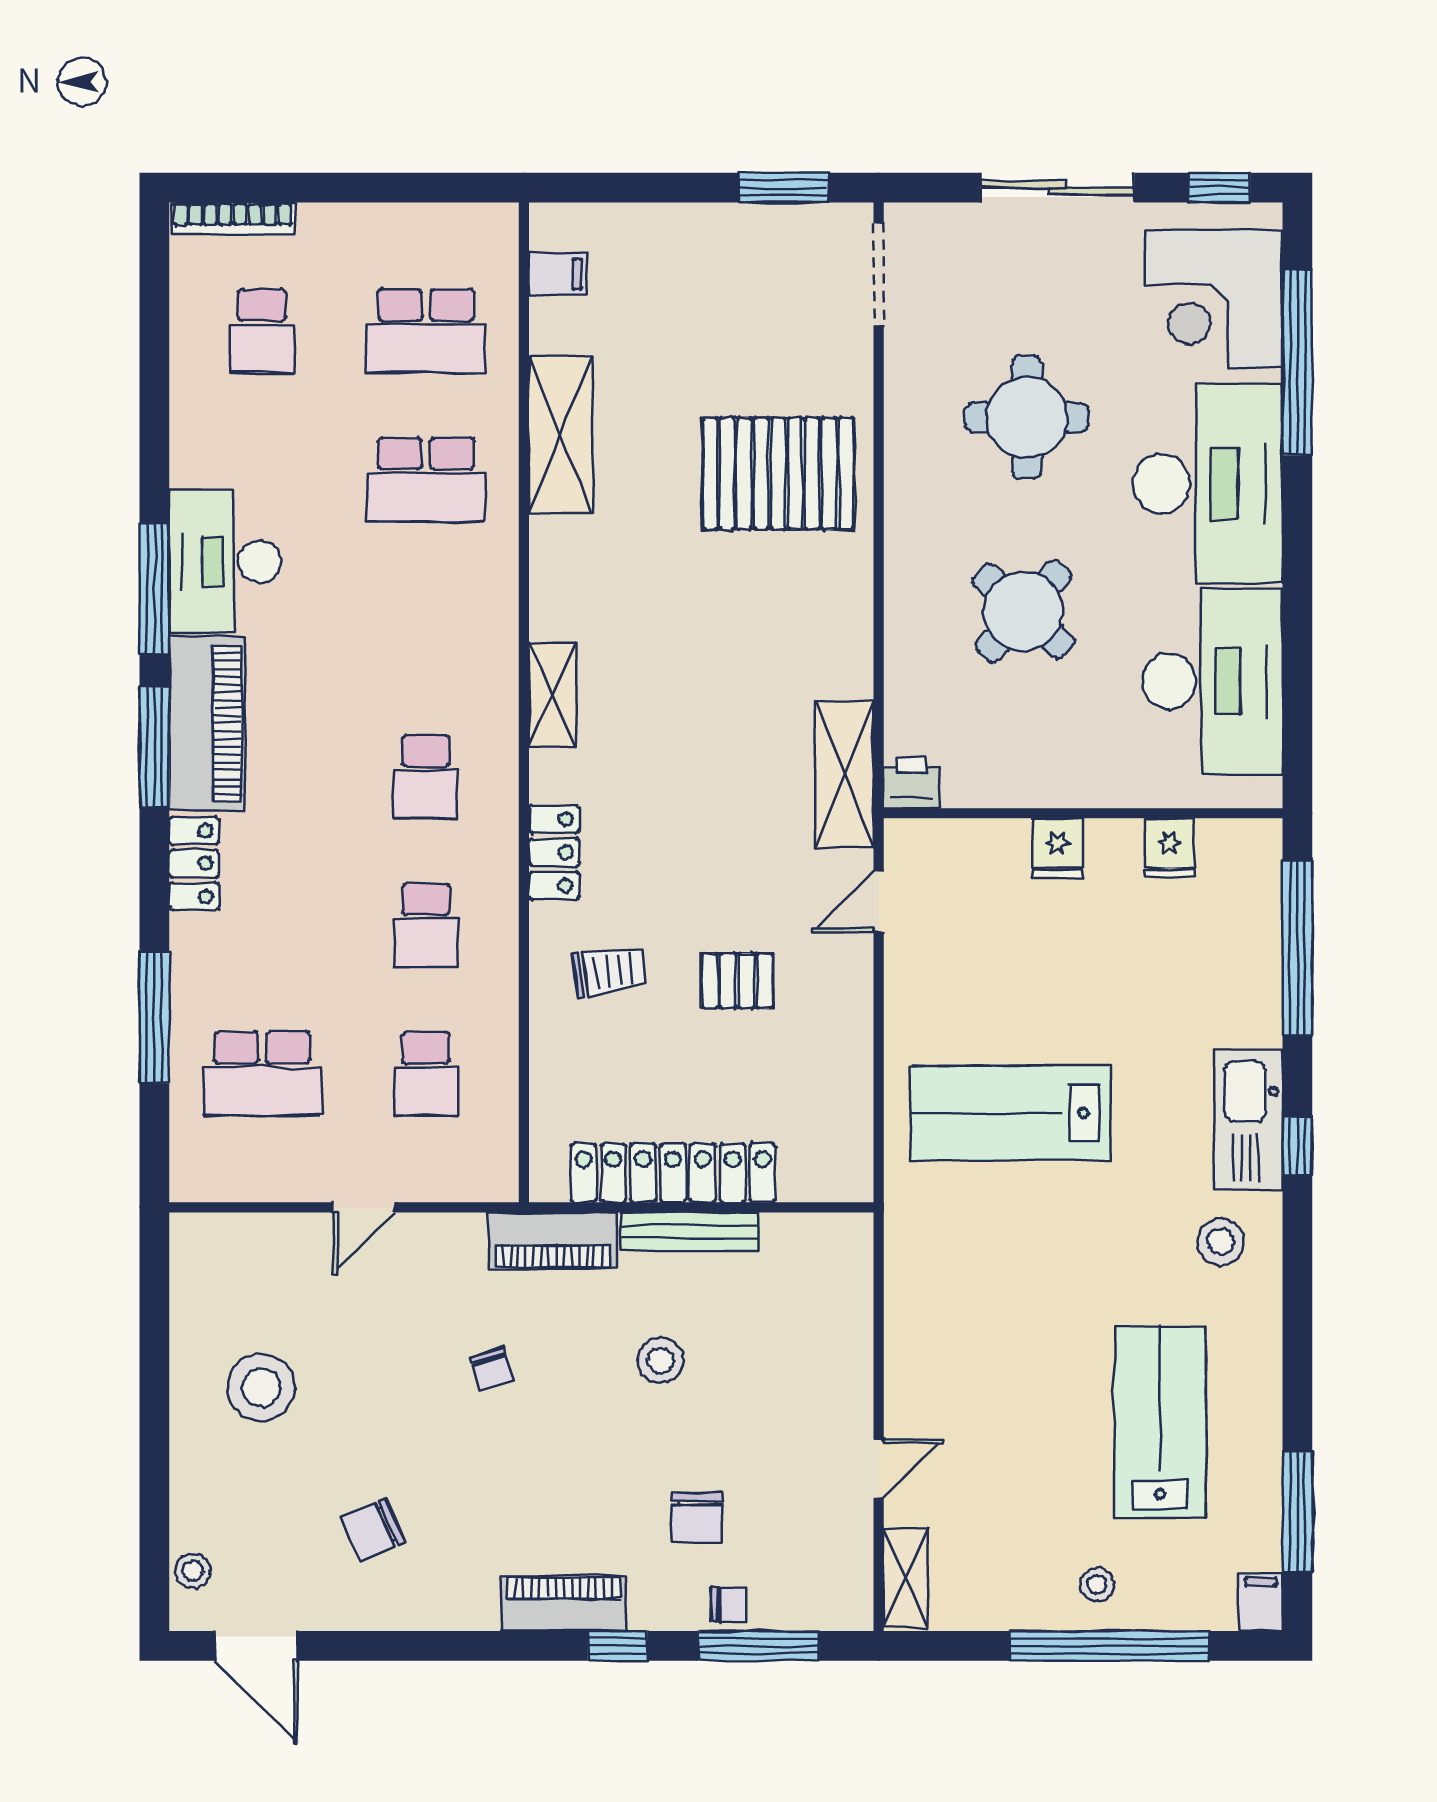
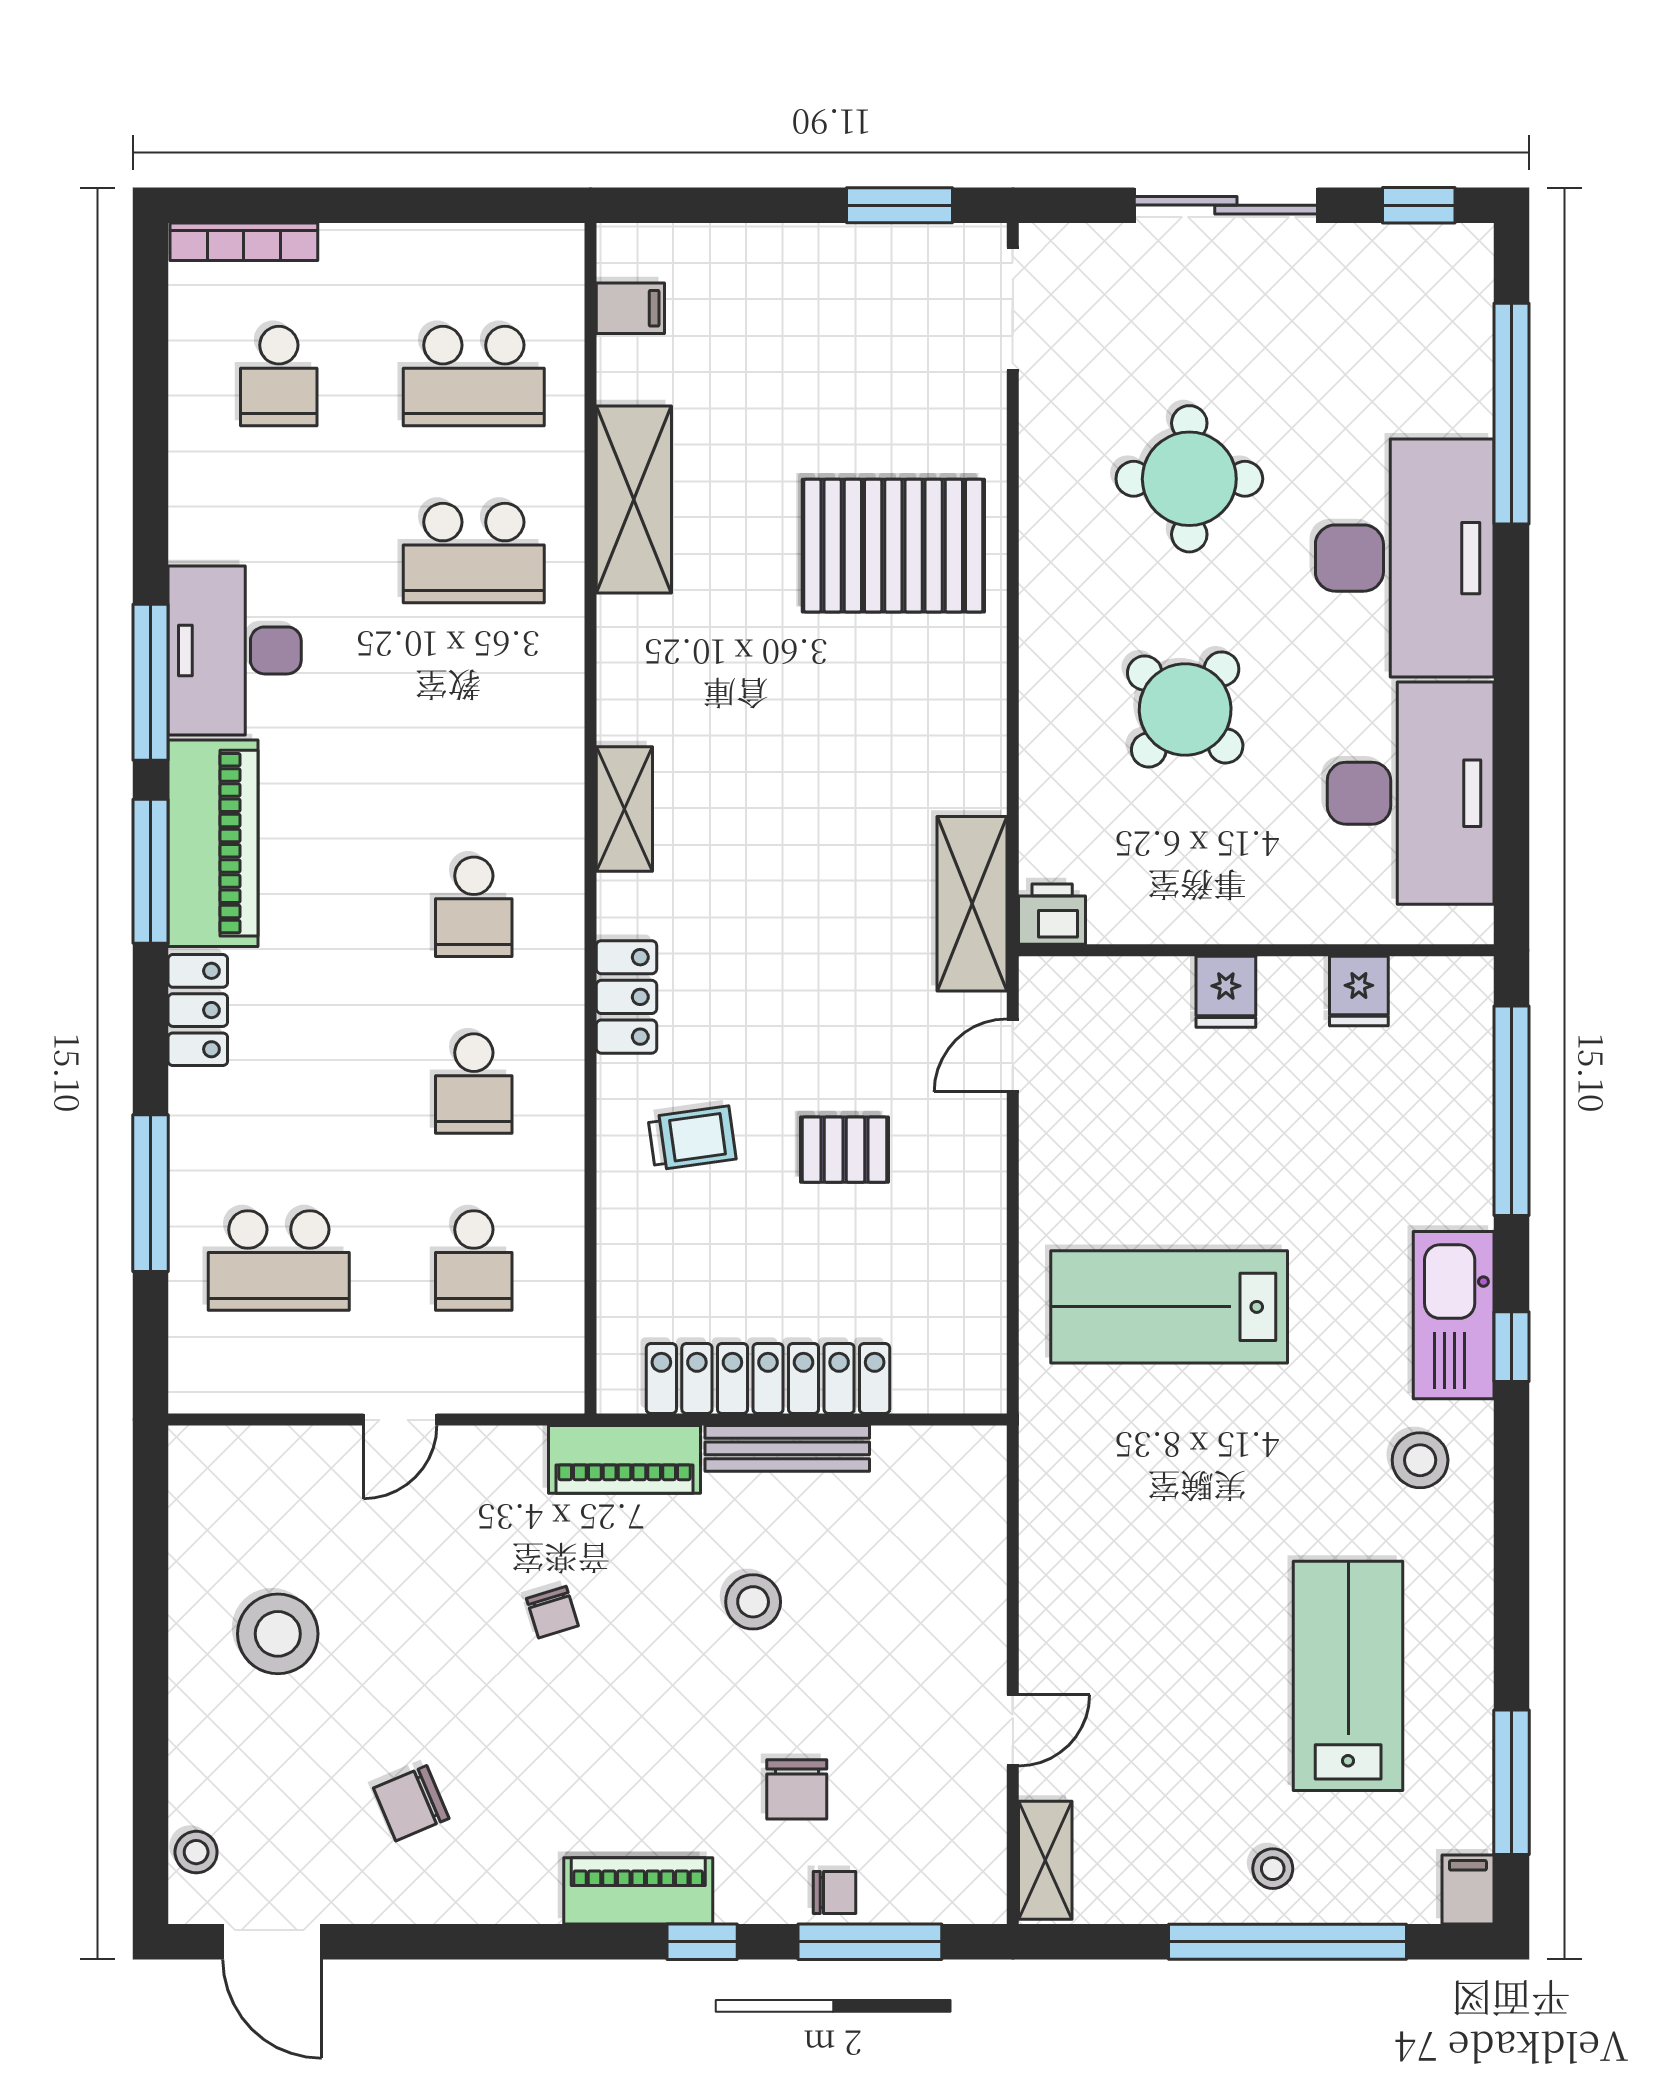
corner desk: (1214, 299) -> (1412, 338), removed

